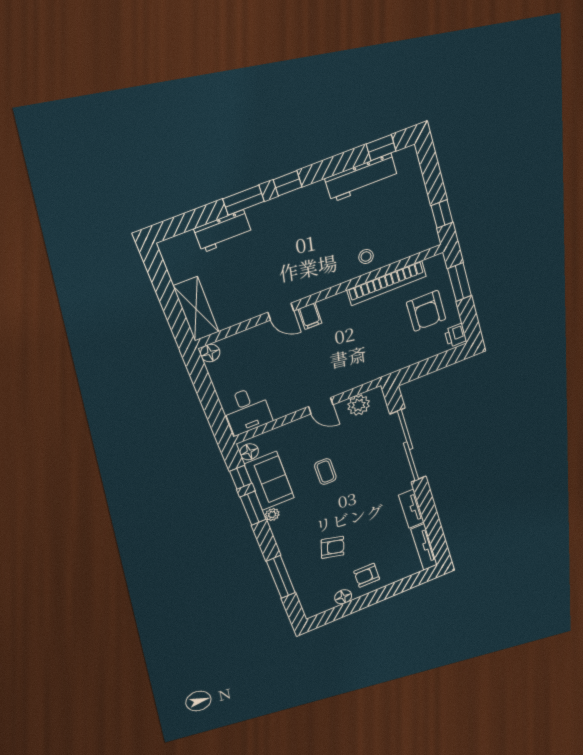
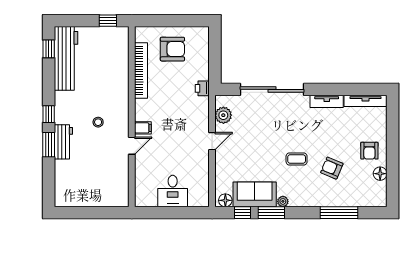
workbench: (361, 178) -> (66, 58), width x1.36, depth x1.32
workbench: (223, 231) -> (63, 142), moved
stool: (366, 257) -> (98, 122), moved
window: (460, 282) -> (161, 21), removed
shelving: (196, 309) -> (107, 198), removed
printer: (455, 335) -> (202, 88), moved, turned 90
floor lamp: (210, 353) -> (141, 200), removed
desk: (247, 410) -> (173, 191), moved, turned 90
coffee table: (325, 472) -> (297, 159), moved
armchair: (333, 547) -> (332, 168), turned -83

